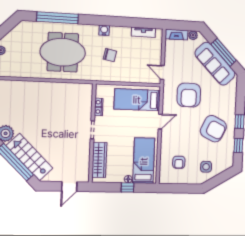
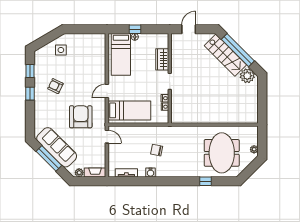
window: (57, 18) -> (205, 181), width x0.32
water cooler: (104, 30) -> (150, 172), moved
meeting table: (63, 52) -> (222, 153), moved, turned 90
armchair: (213, 129) -> (55, 86), width x0.53, depth x0.53
wardrobe: (99, 160) -> (162, 59), width x0.67
armchair: (179, 162) -> (87, 54), removed

